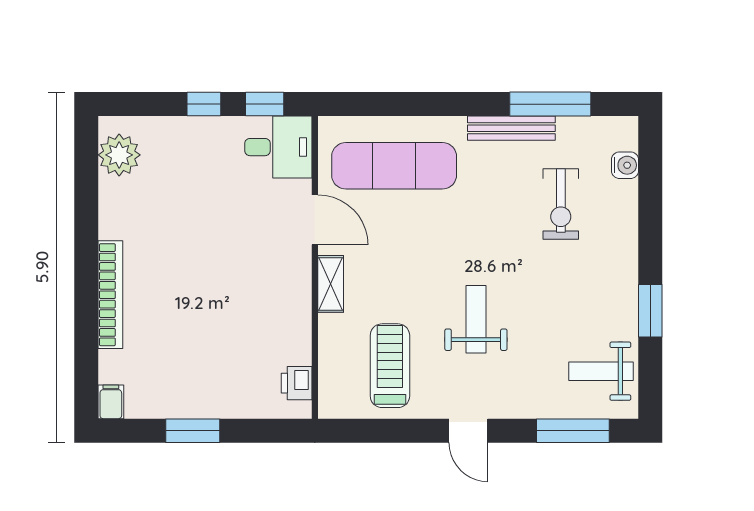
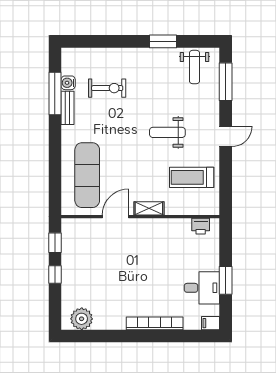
bench: (511, 128) -> (68, 108), width x0.73
desk: (278, 147) -> (202, 288), moved, turned 90
water cooler: (625, 165) -> (68, 83), moved, turned -90

